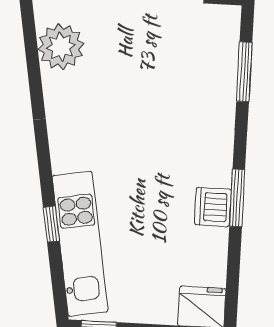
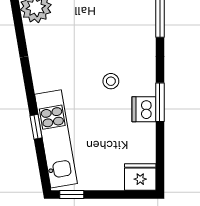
stool: (166, 163) -> (111, 81), added

